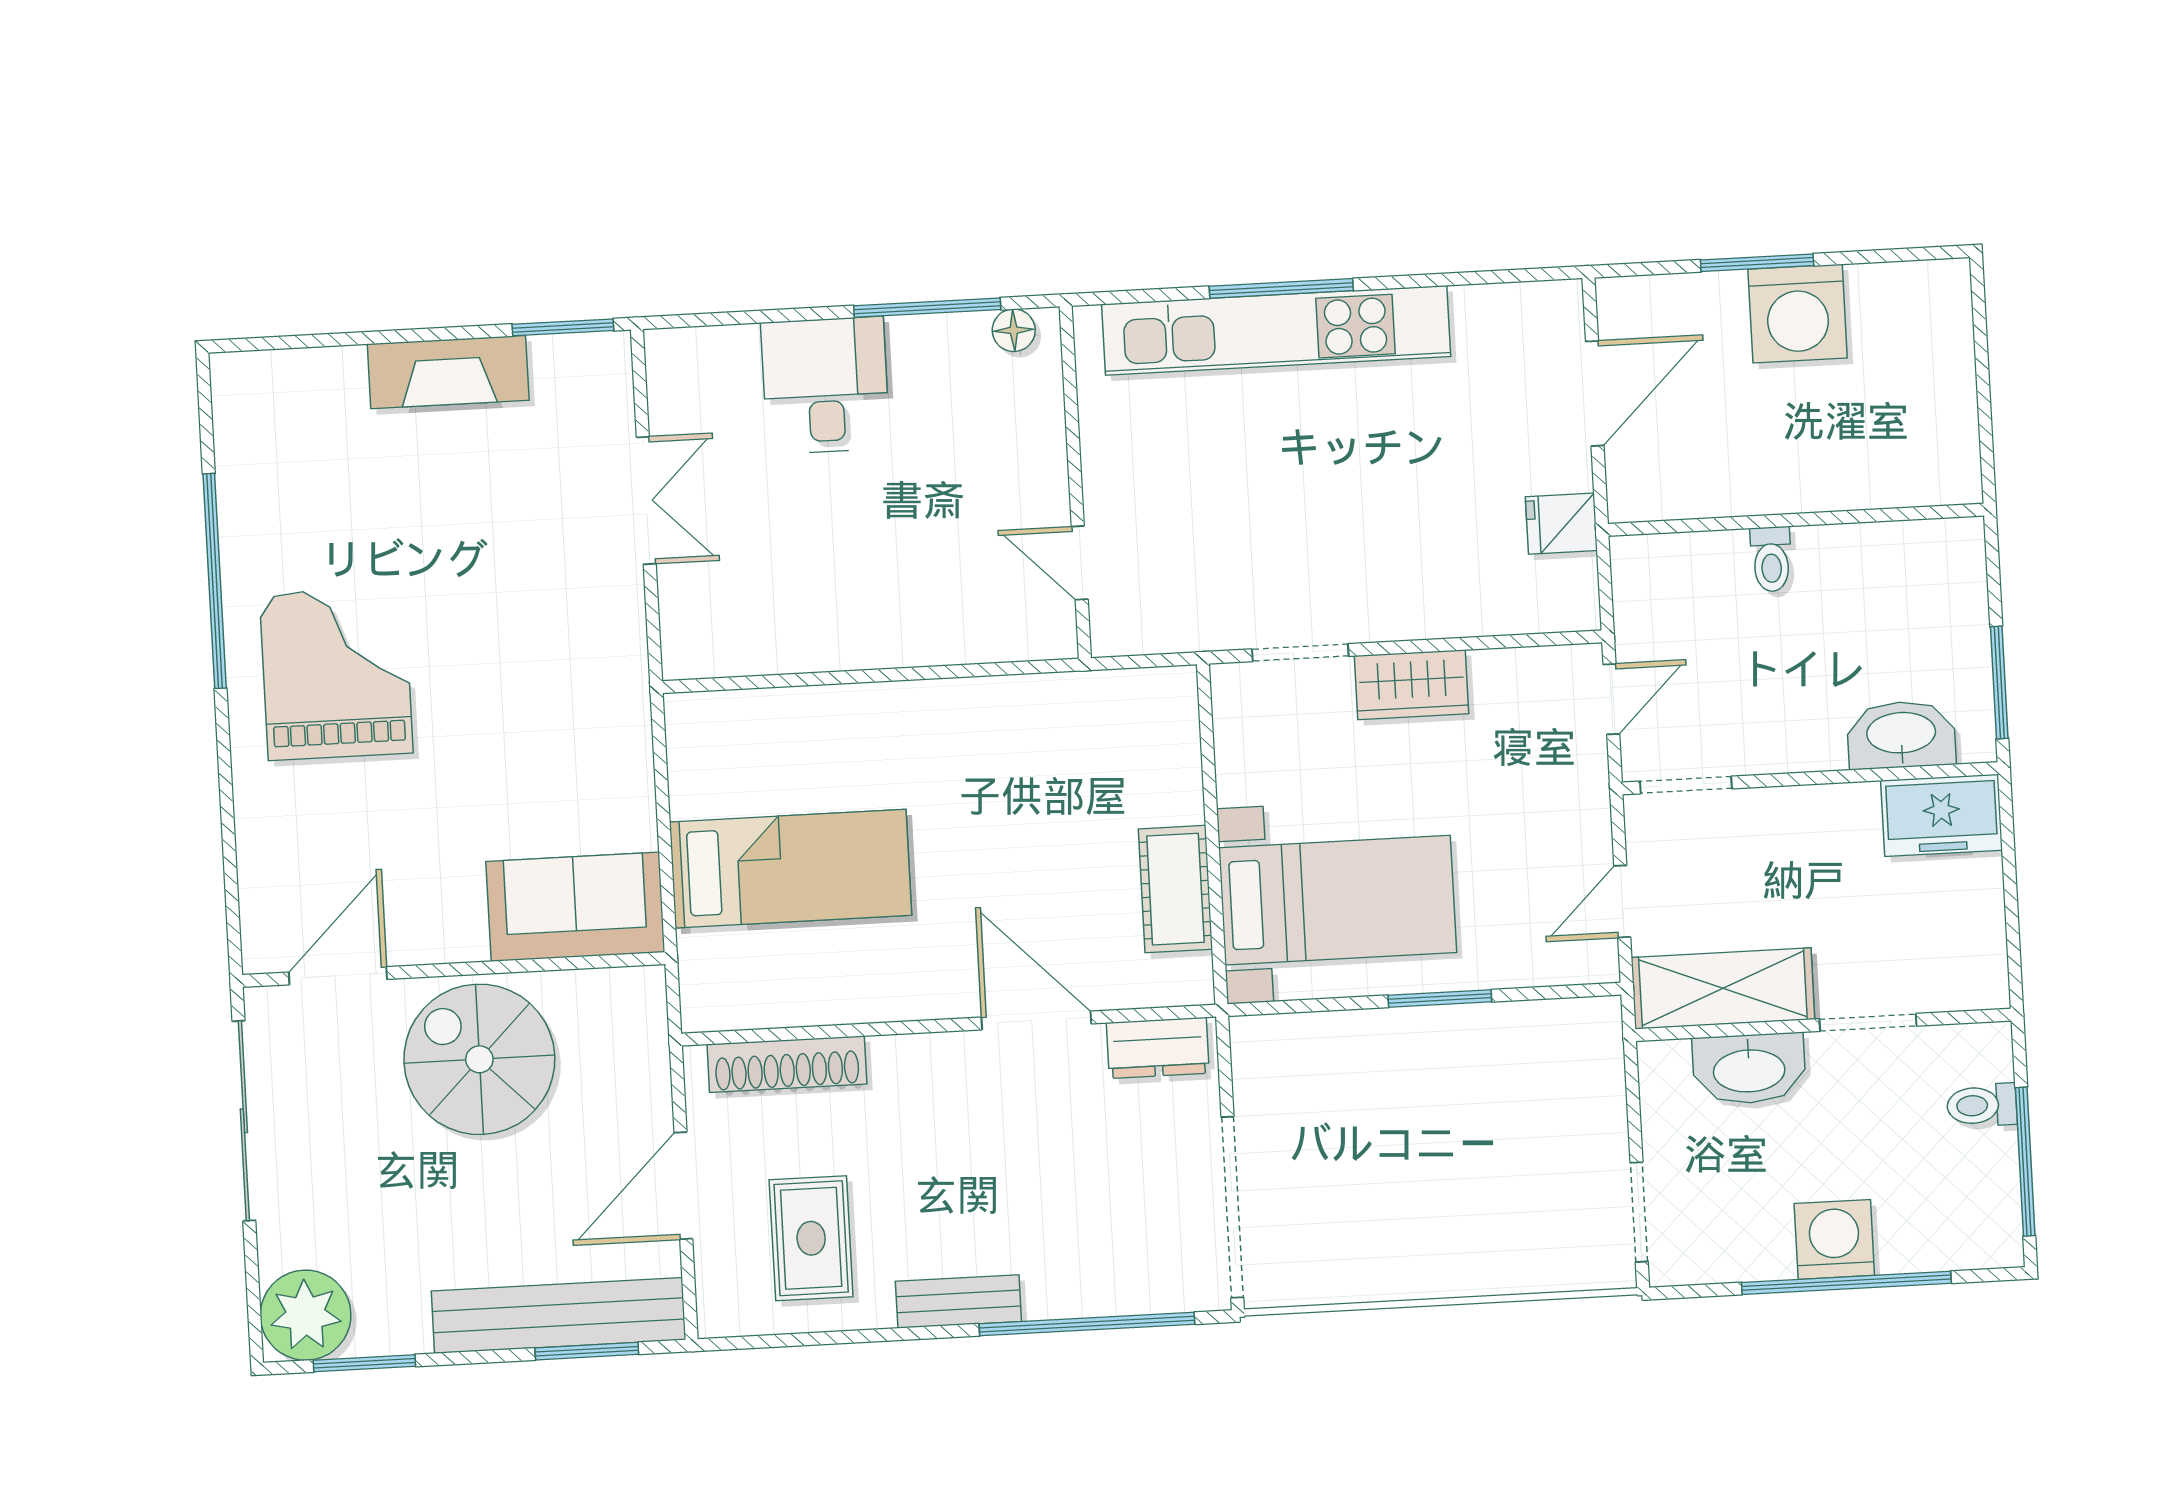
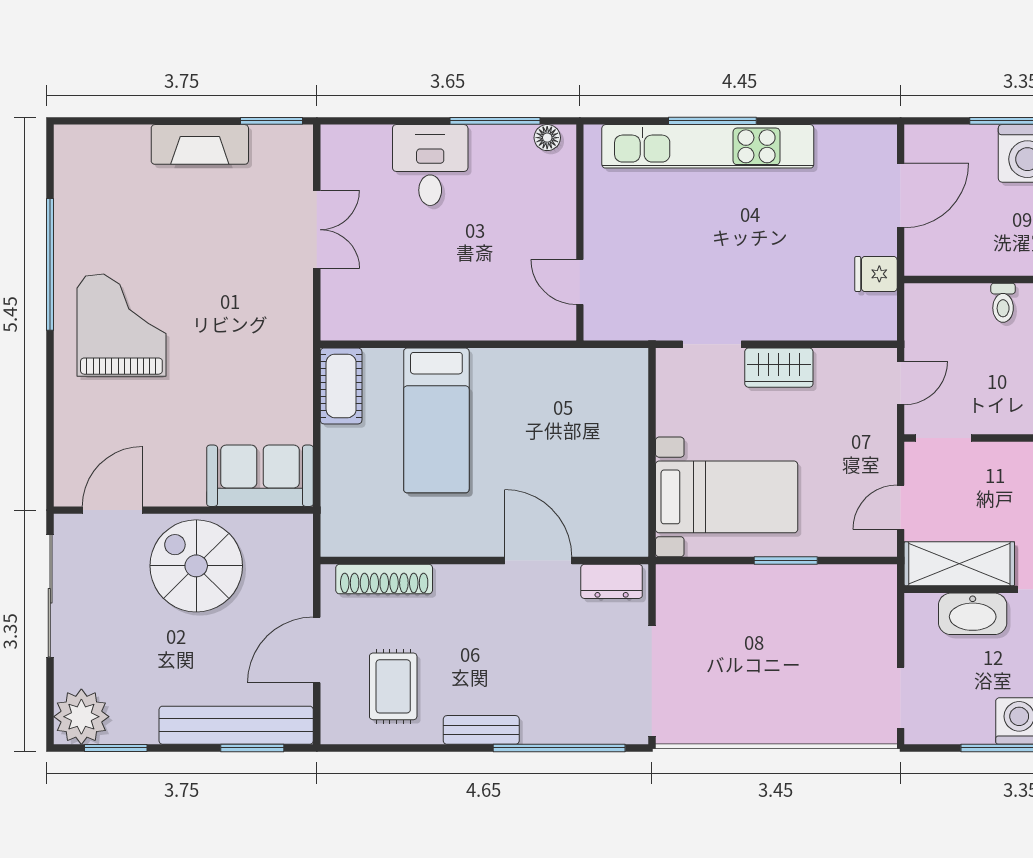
bed: (791, 869) -> (436, 420), moved, turned 90
cot: (1175, 889) -> (341, 386), moved

